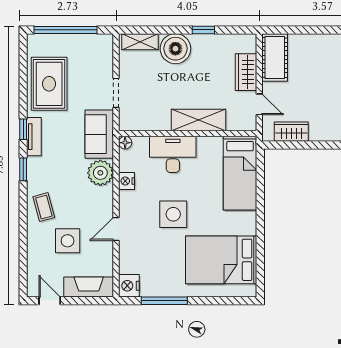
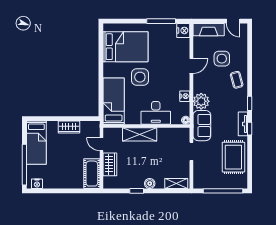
boiler: (175, 49) -> (150, 184), width x0.54, depth x0.54
wardrobe: (291, 132) -> (69, 127), moved
side table: (173, 214) -> (140, 77), moved

